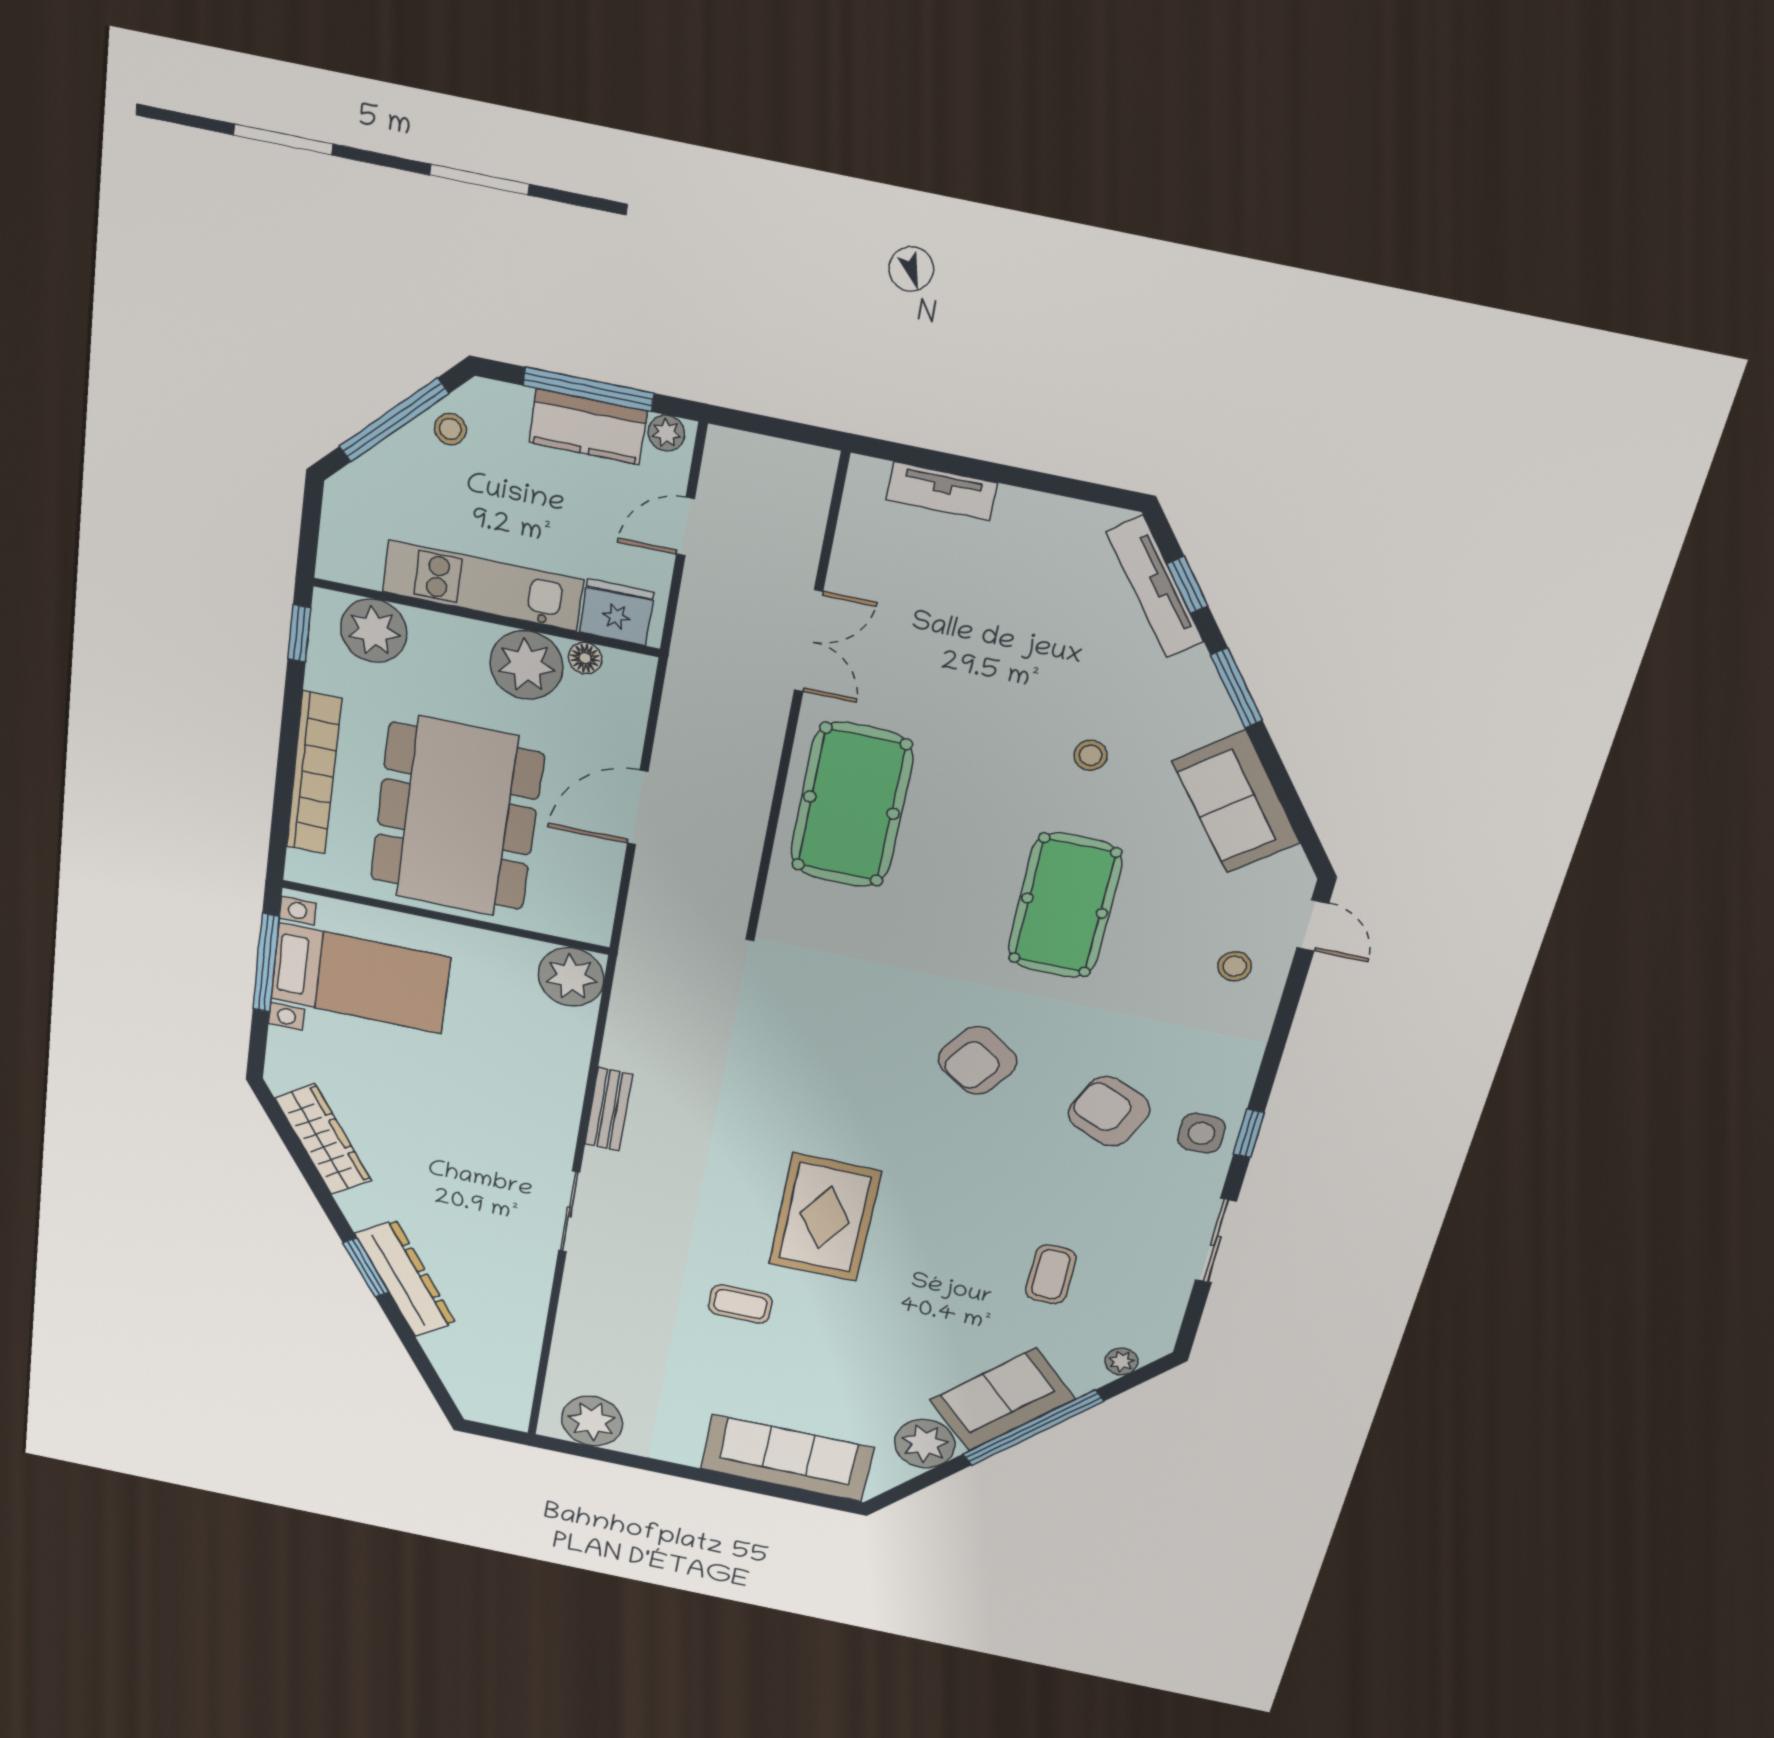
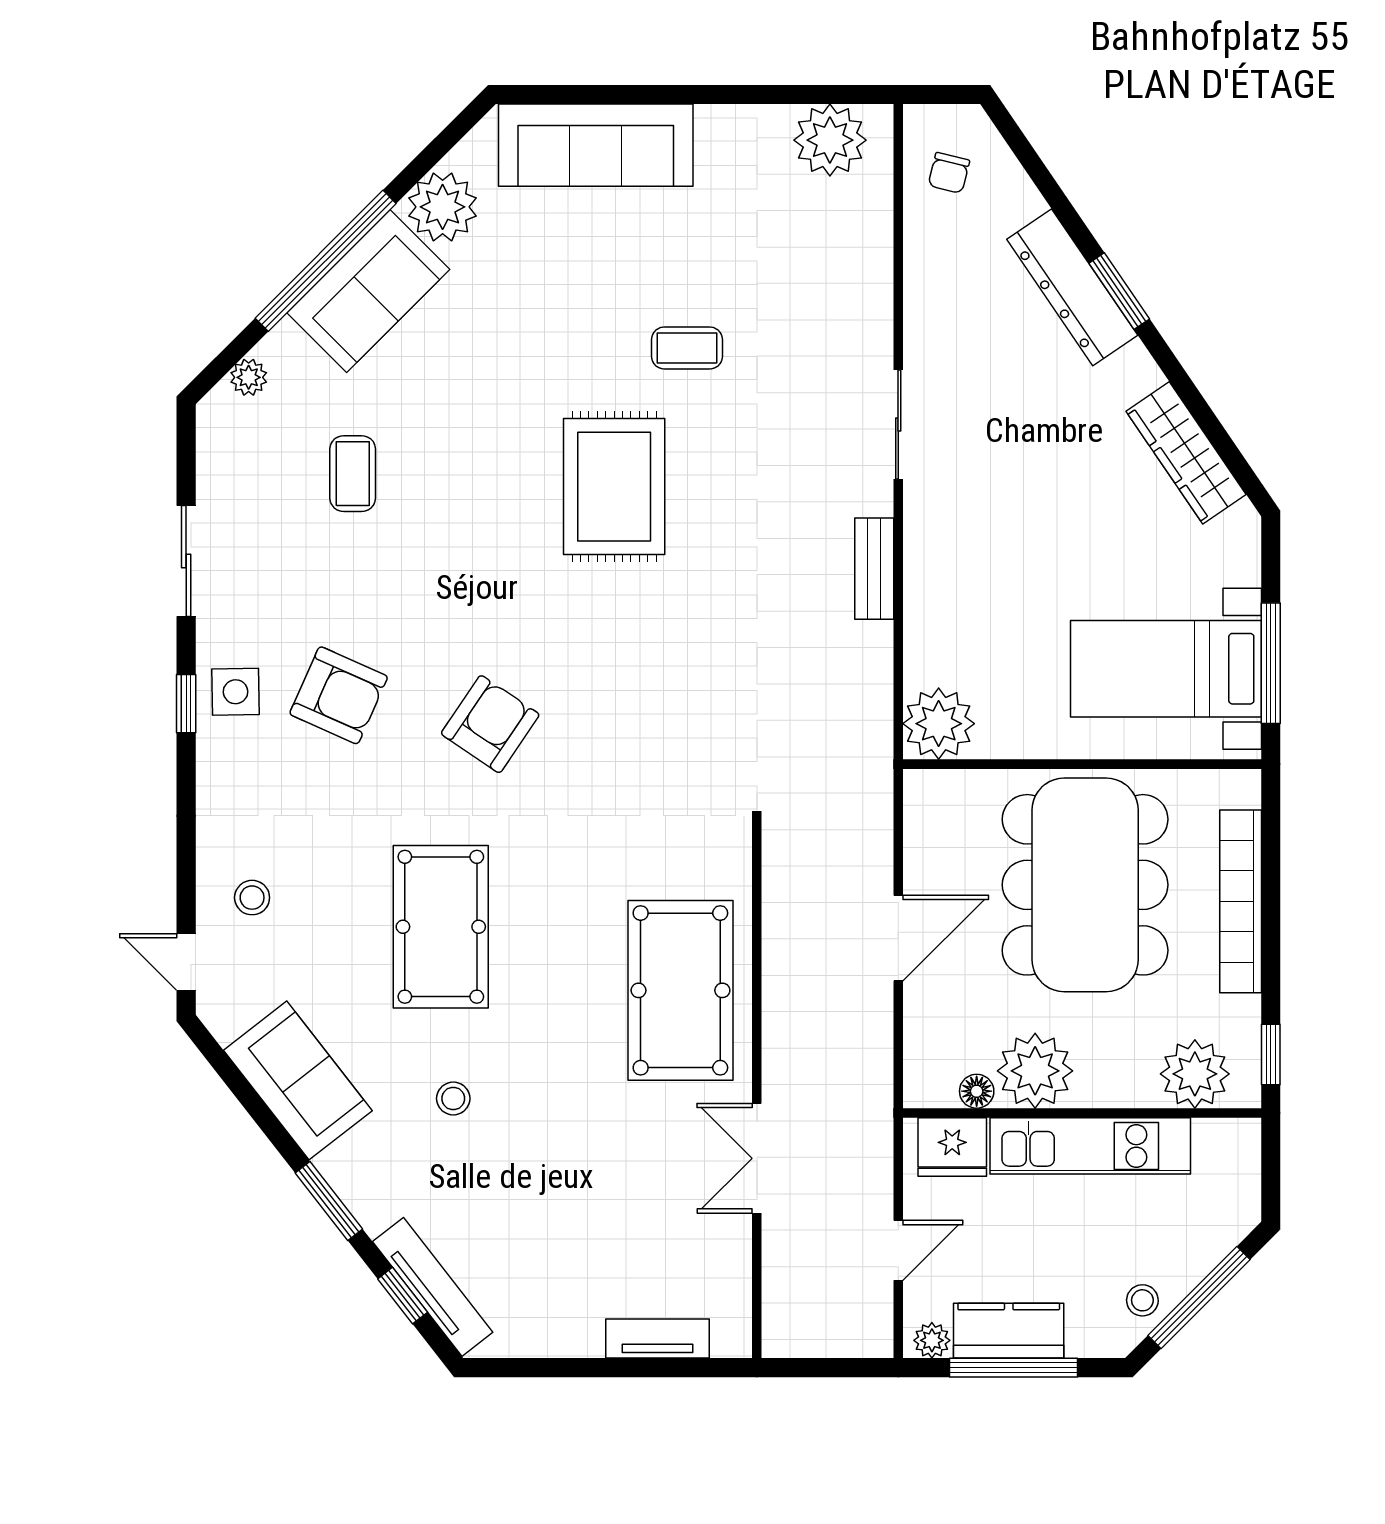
chair: (497, 1379) -> (949, 173), added

